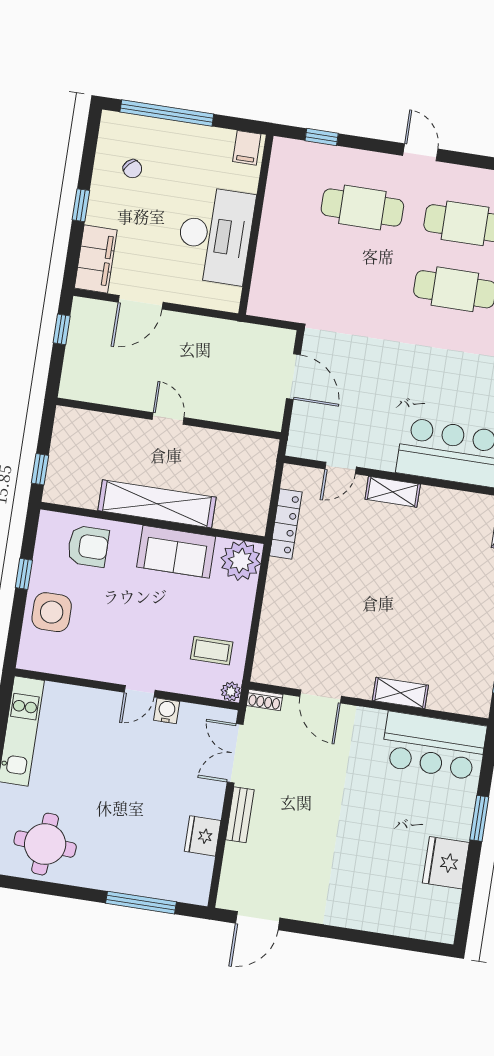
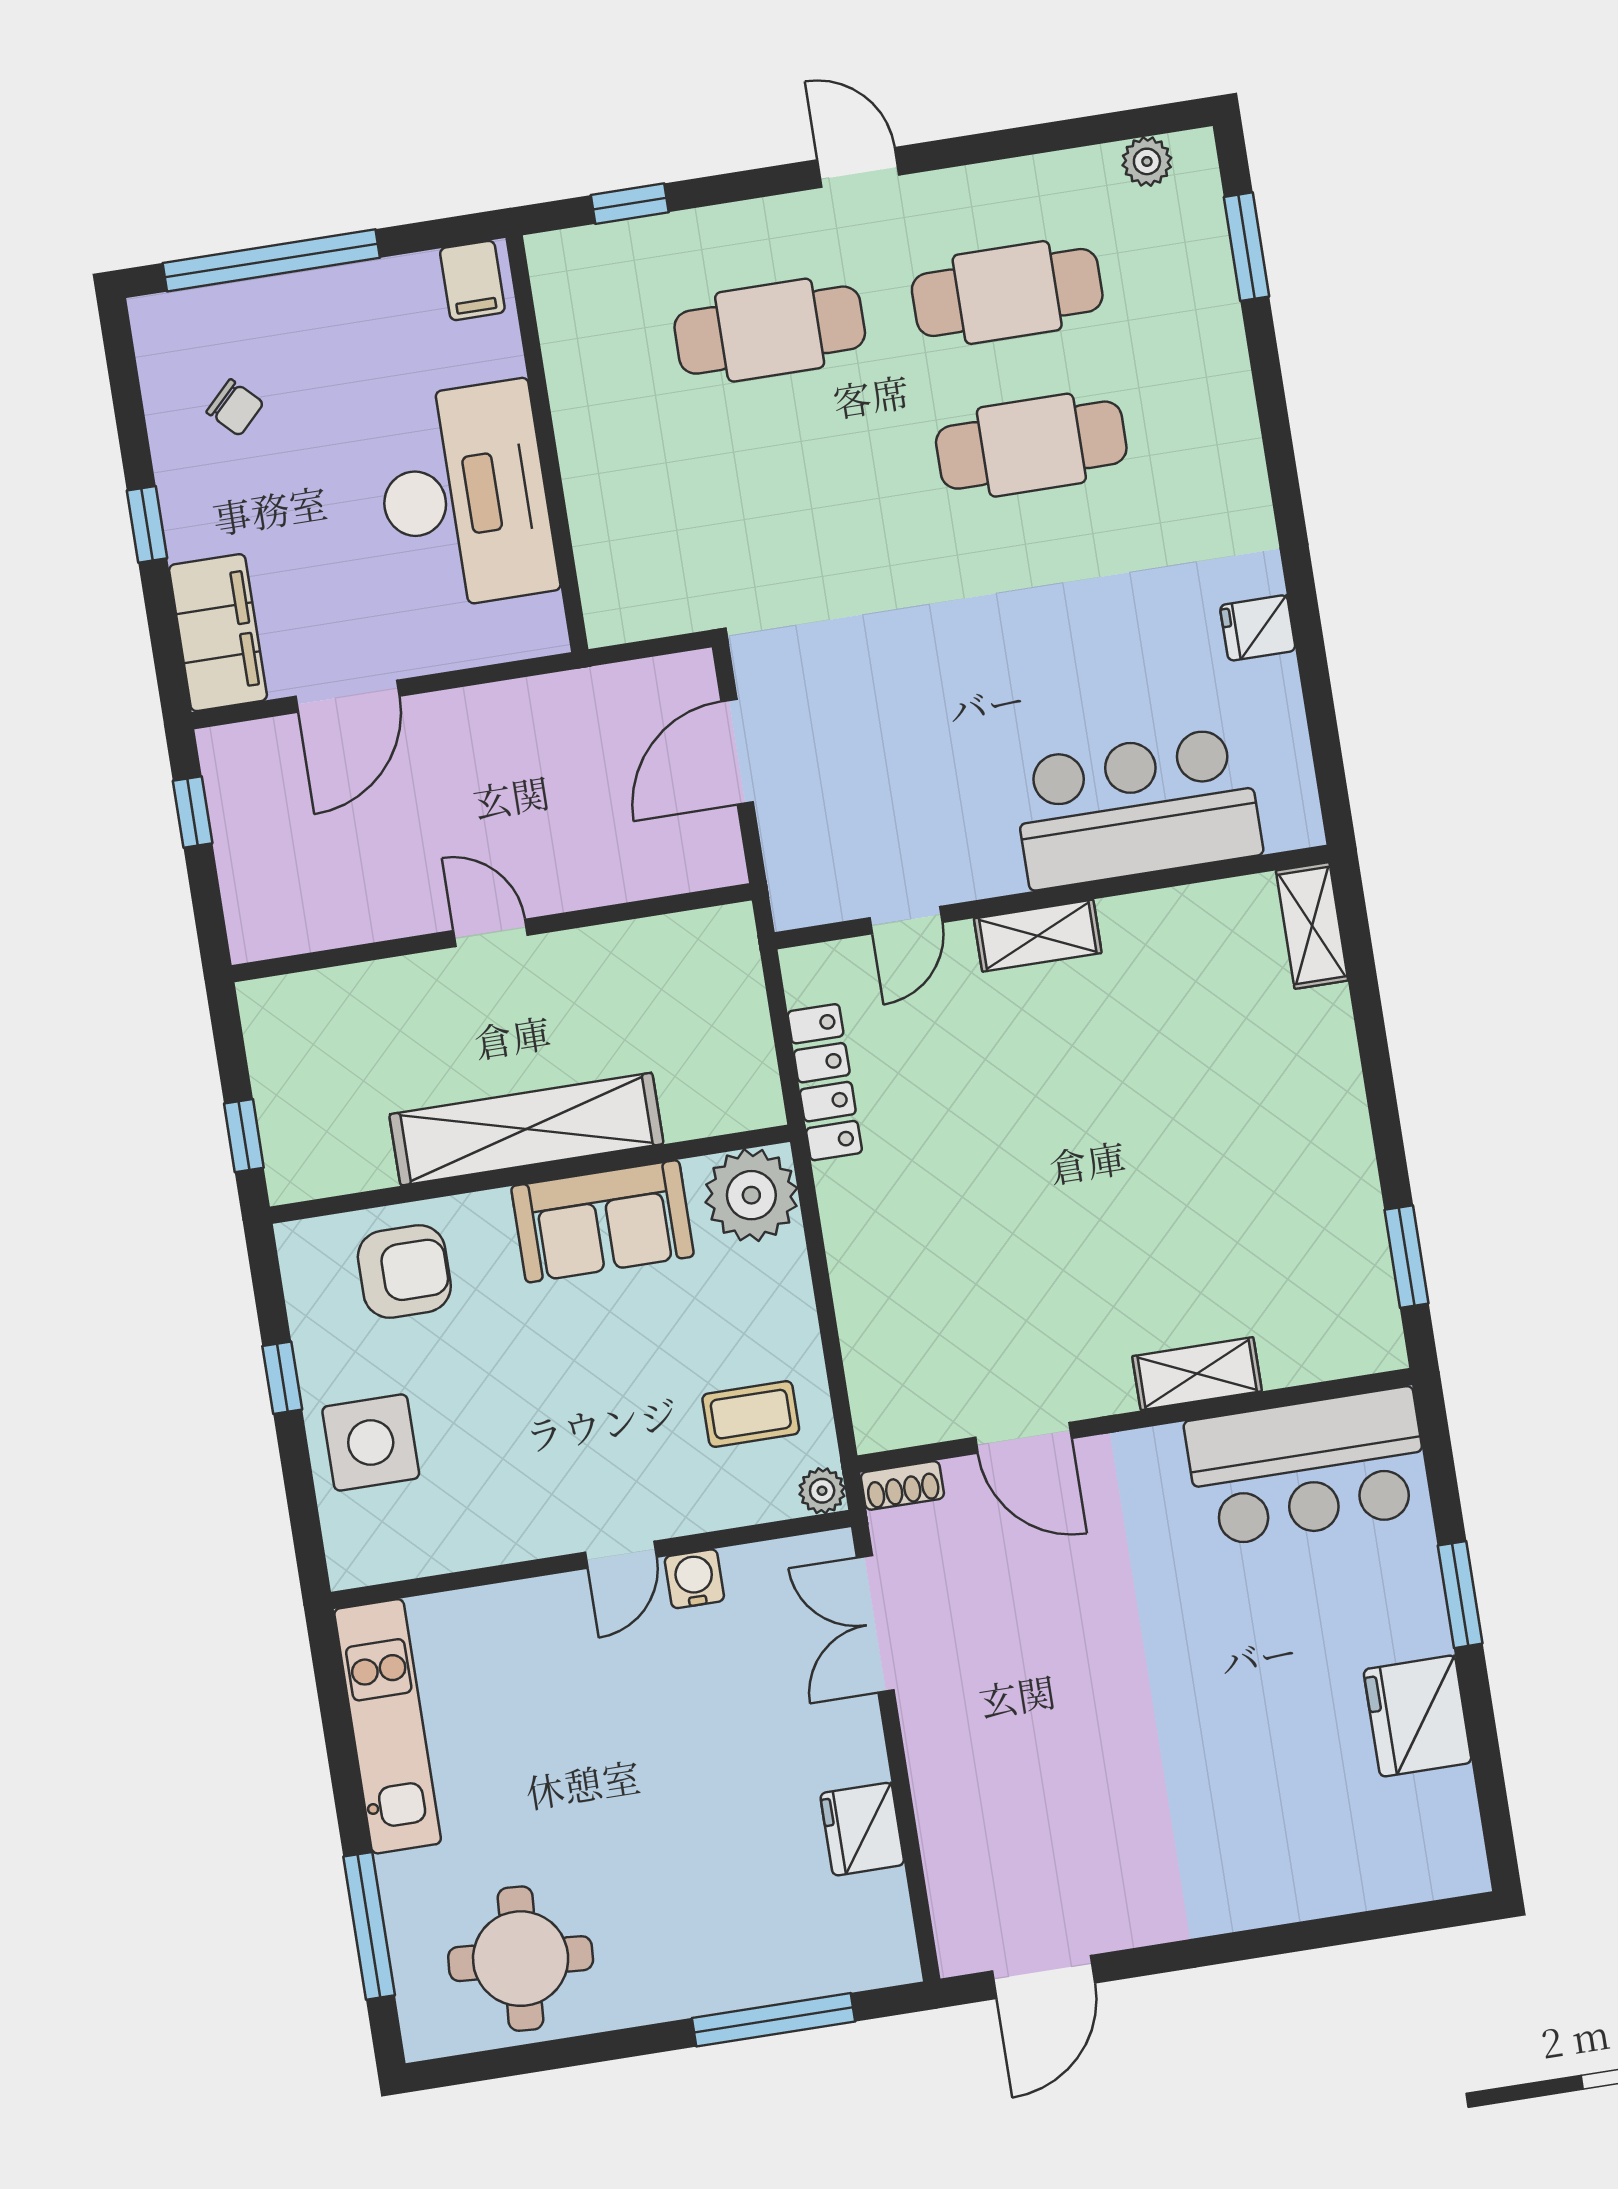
door: (293, 377) -> (737, 752), swing flipped
bench: (240, 815) -> (929, 1756), removed

